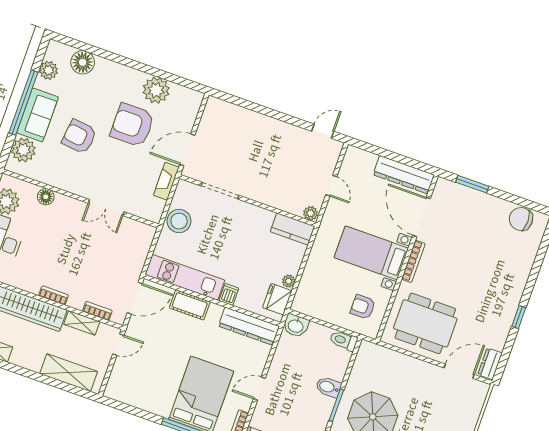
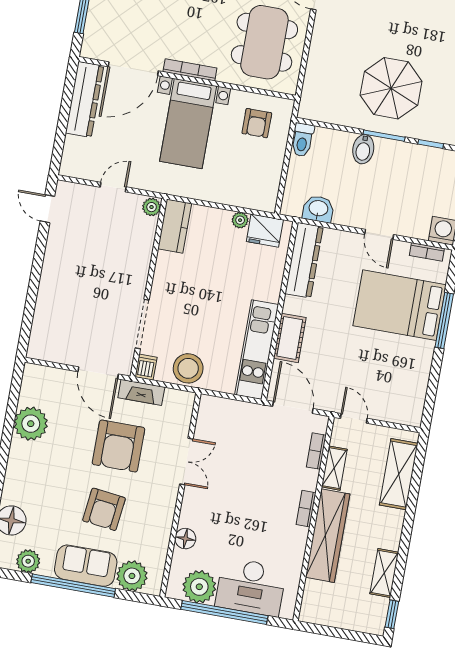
armchair: (132, 125) -> (118, 446), moved
dishwasher: (229, 294) -> (146, 367), moved, turned 90
washbasin: (296, 326) -> (318, 209), moved, turned -90

